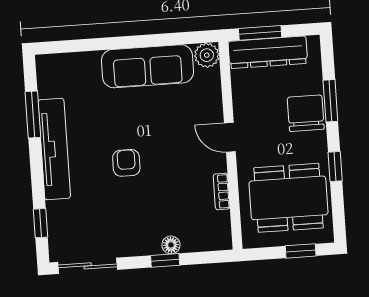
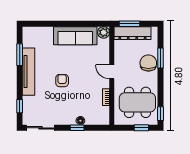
window: (335, 167) -> (160, 114), moved

